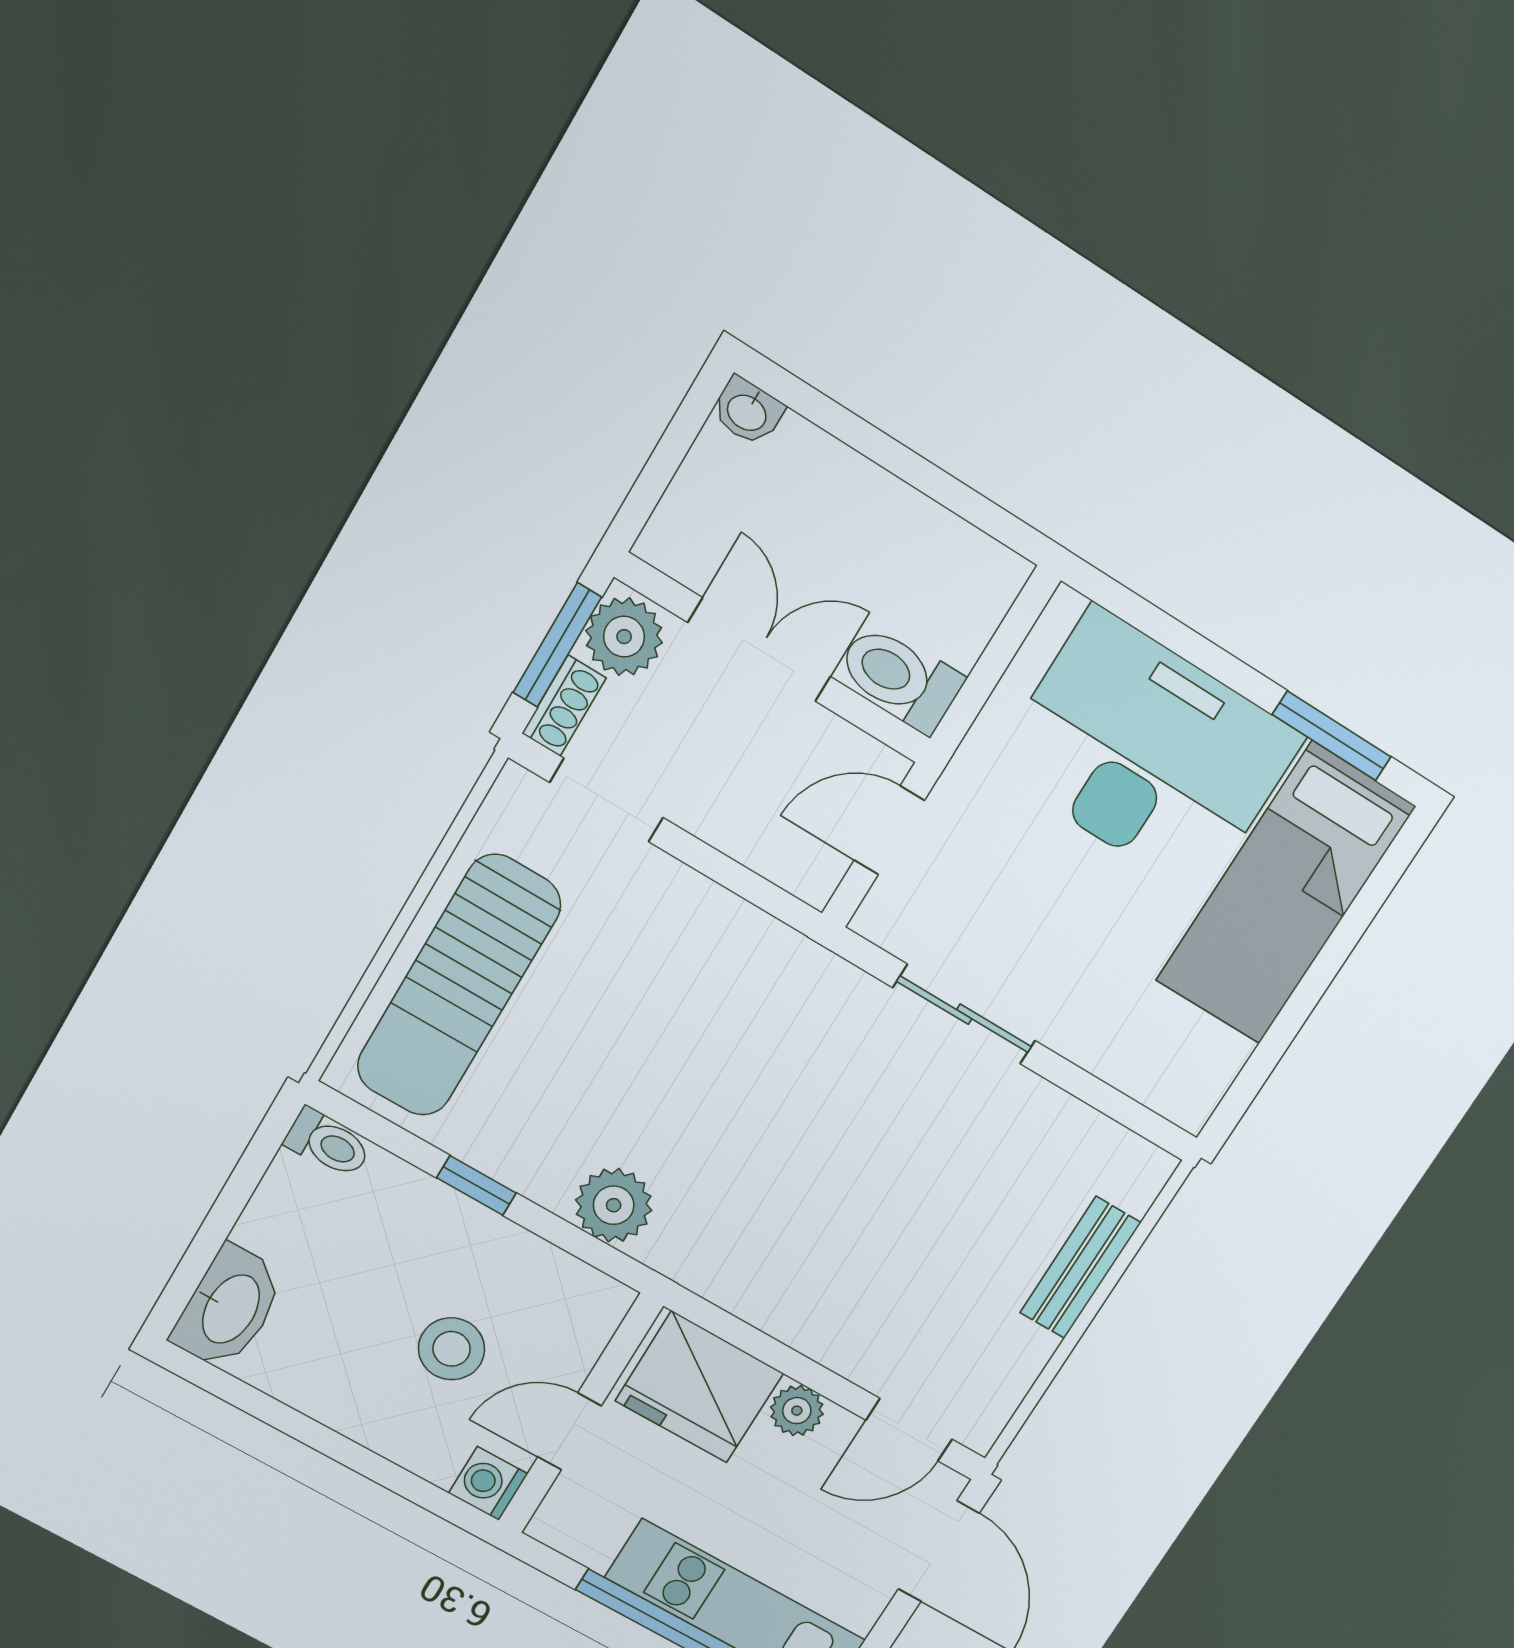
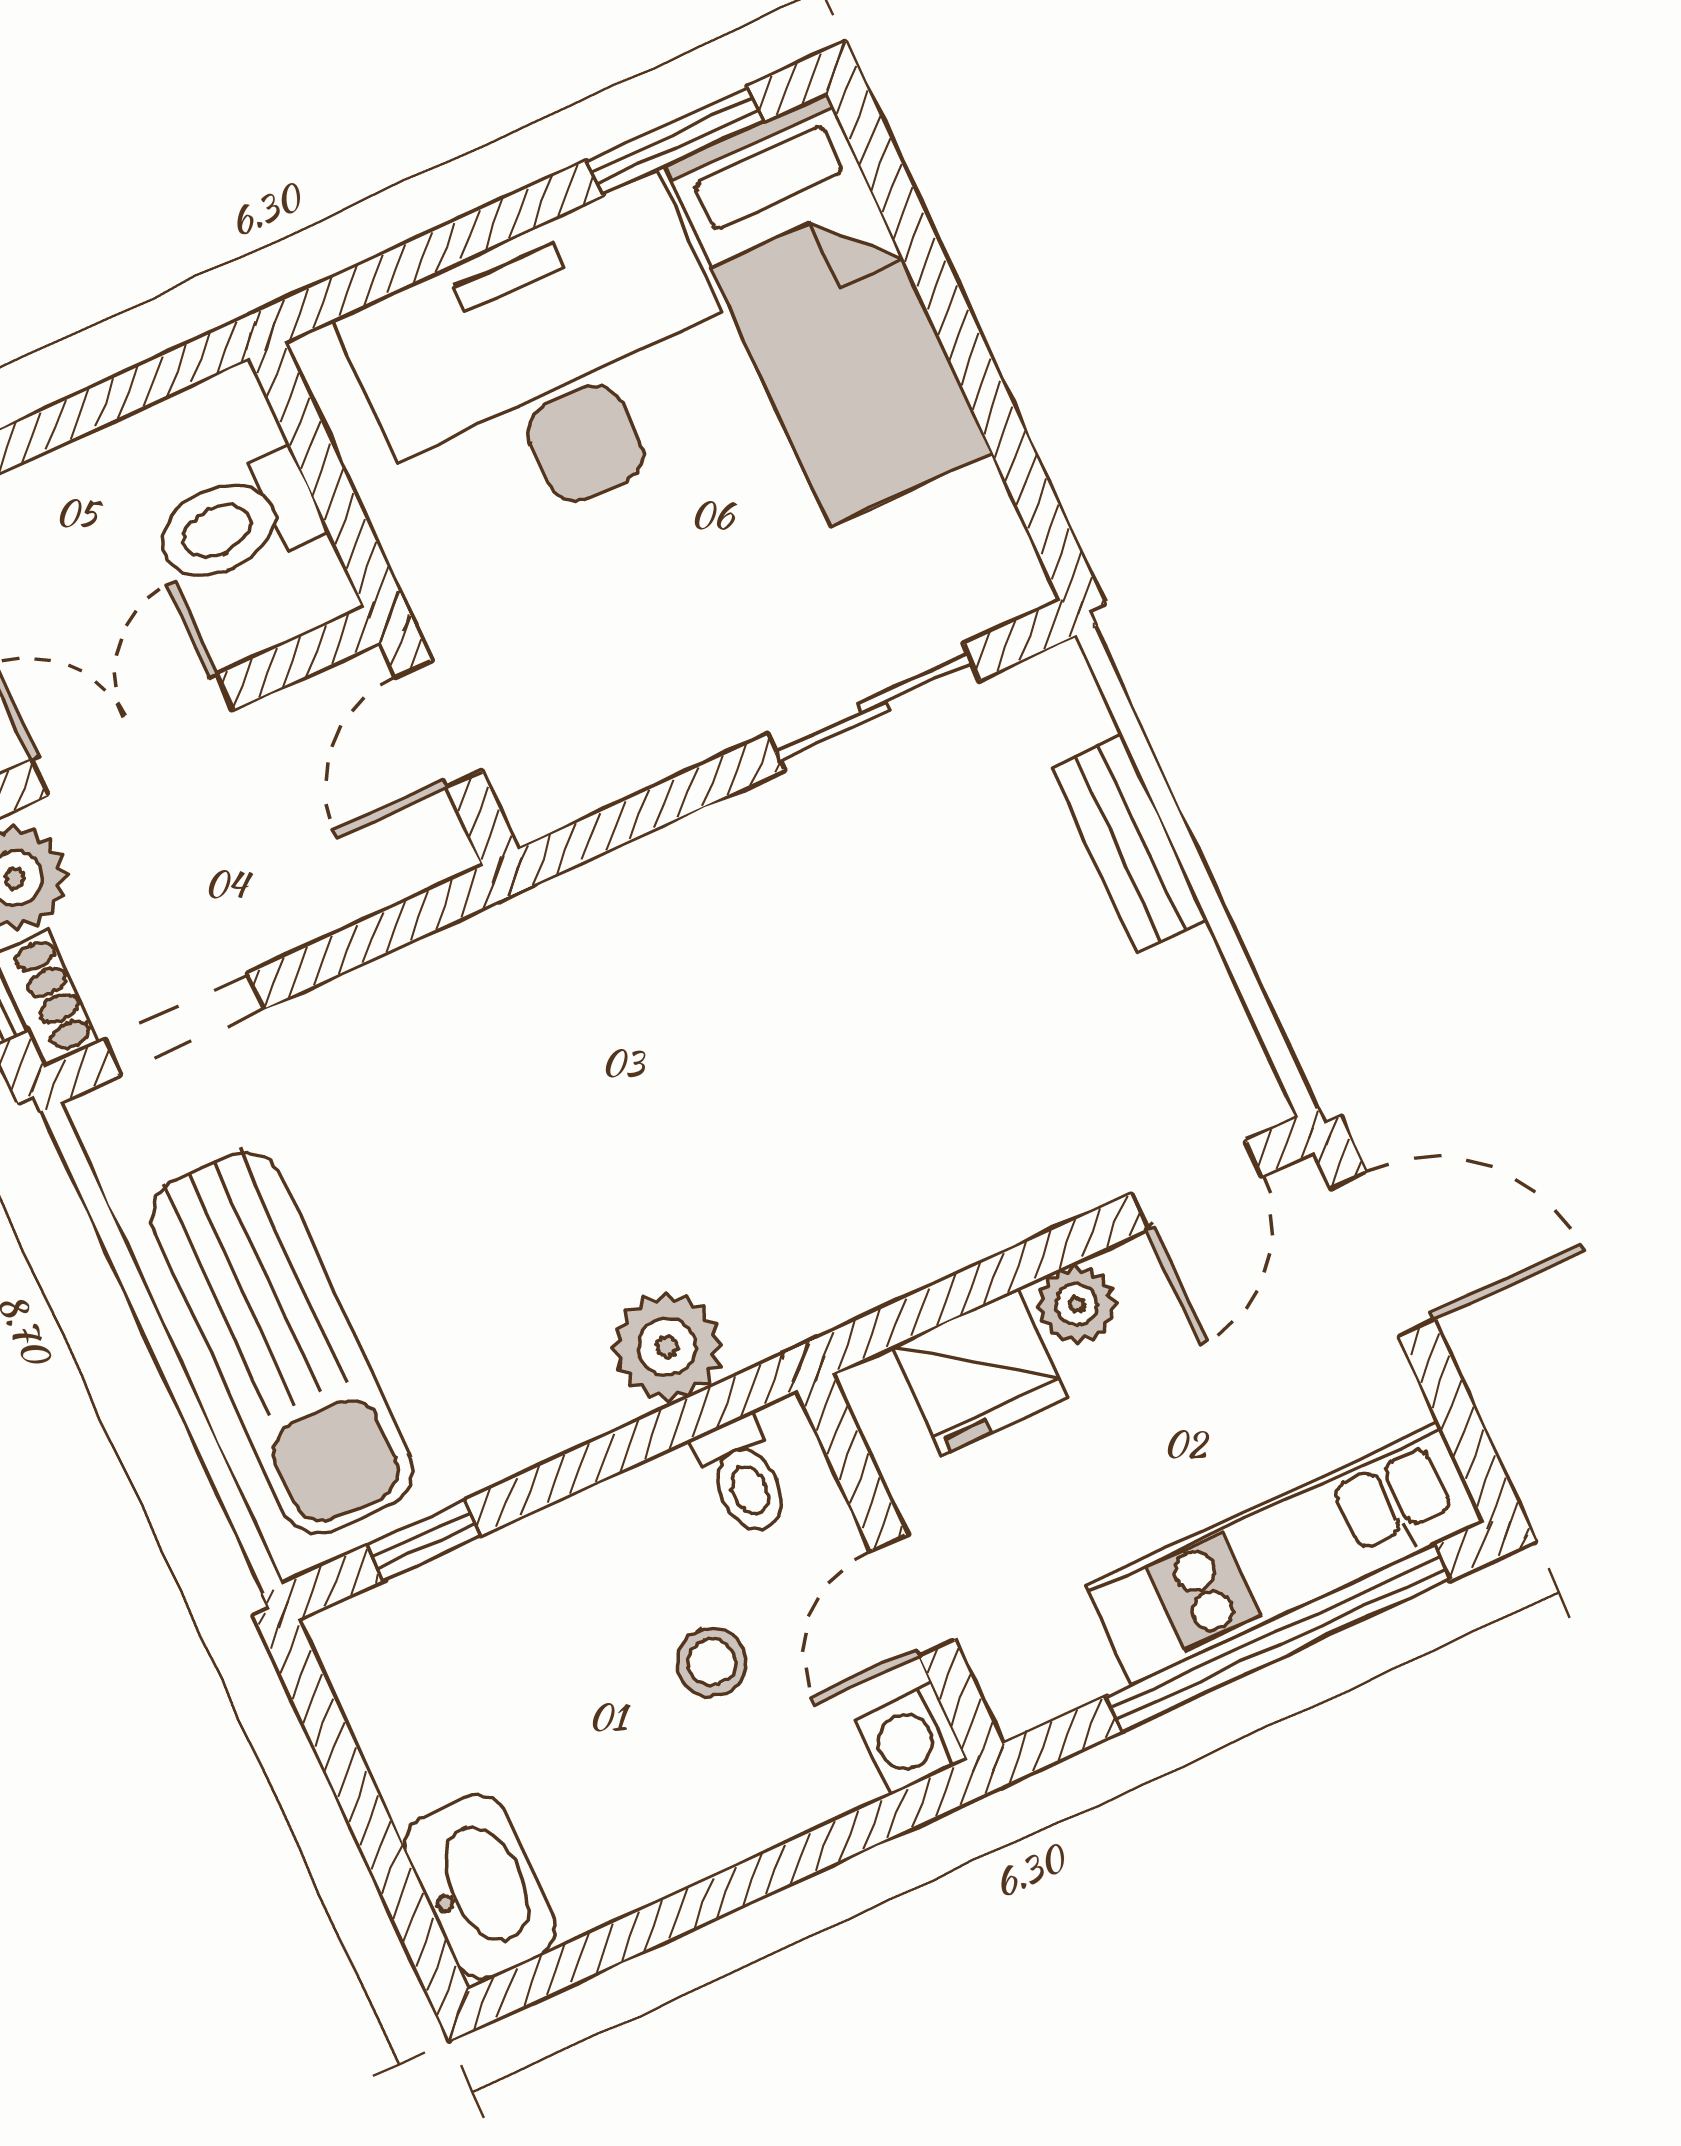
toilet: (900, 678) -> (237, 522), moved
sliding door: (964, 1014) -> (874, 707), moved
toilet: (328, 1143) -> (743, 1476), moved, turned 90
window: (477, 1185) -> (424, 1540), moved
stool: (452, 1349) -> (712, 1662), width x0.73, depth x0.73
fridge: (699, 1387) -> (979, 1372), width x0.73, depth x0.75

